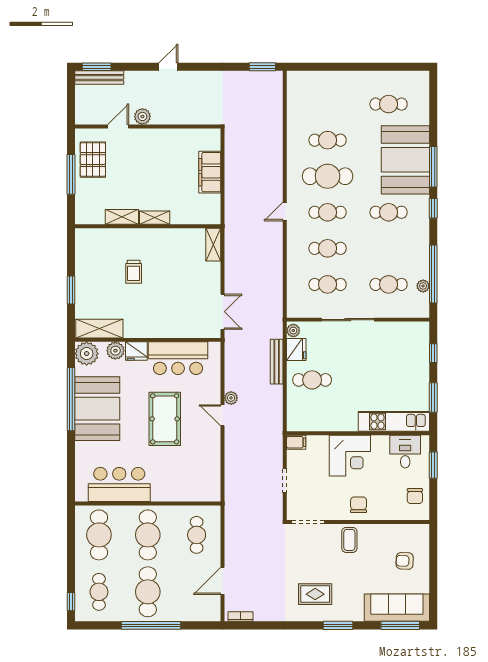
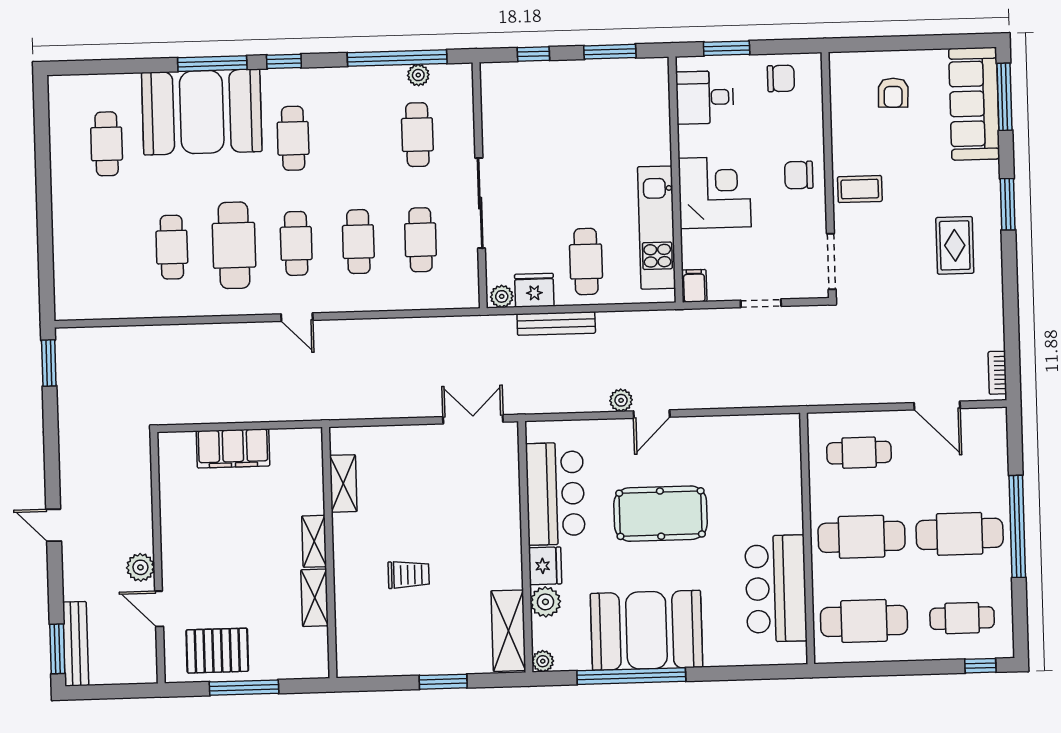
shelving: (213, 245) -> (343, 483), moved, turned 90
plant: (87, 354) -> (543, 661), width x0.53, depth x0.53
kitchen unit: (394, 421) -> (657, 228), moved

